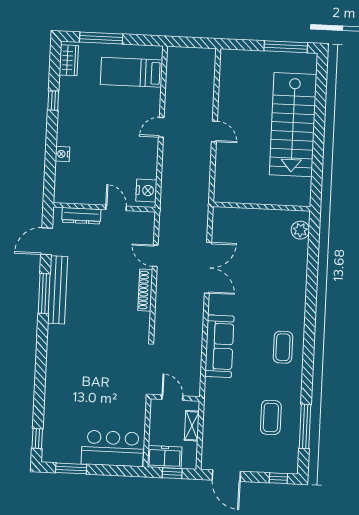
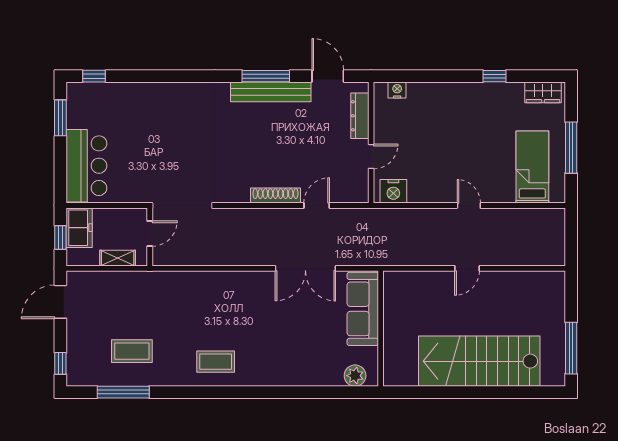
window: (101, 38) -> (571, 148), moved
nightstand: (62, 154) -> (397, 90), moved
sofa: (219, 346) -> (363, 309), moved, turned 90

